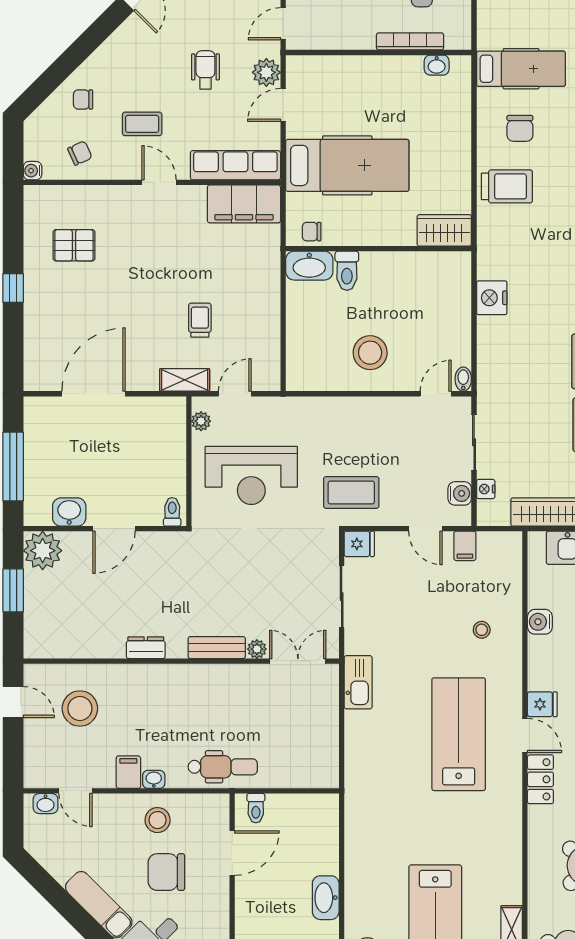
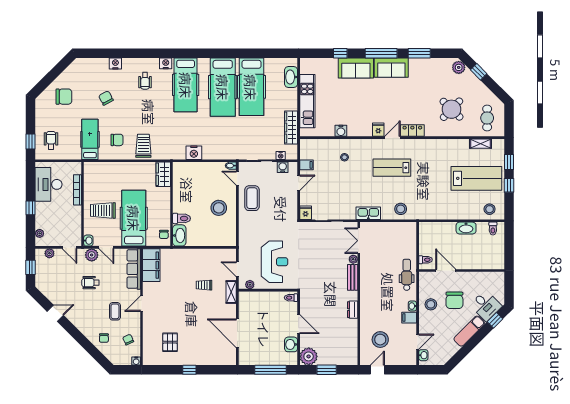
washbasin: (437, 65) -> (88, 241), moved
trolley: (364, 97) -> (103, 210), added
coffee table: (351, 492) -> (252, 198), moved
lab bench: (459, 734) -> (392, 168), width x0.73, depth x0.72
stool: (368, 753) -> (401, 209), added

